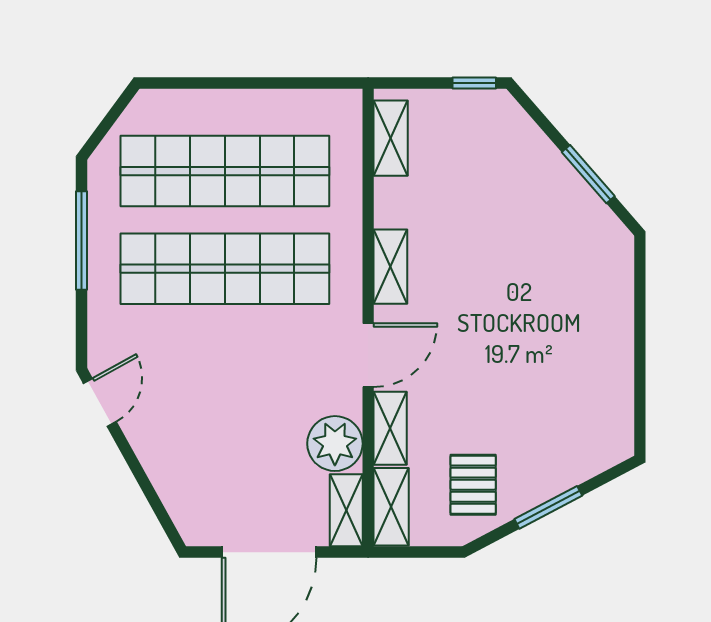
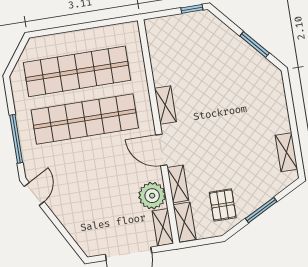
shelving: (391, 138) -> (286, 152), moved
window: (81, 241) -> (16, 139), moved
door: (368, 355) -> (161, 150), swing flipped

